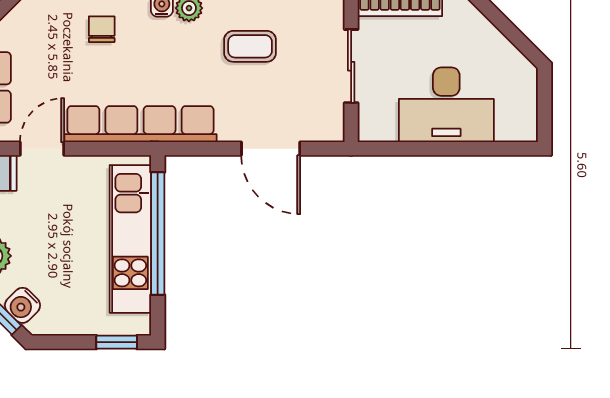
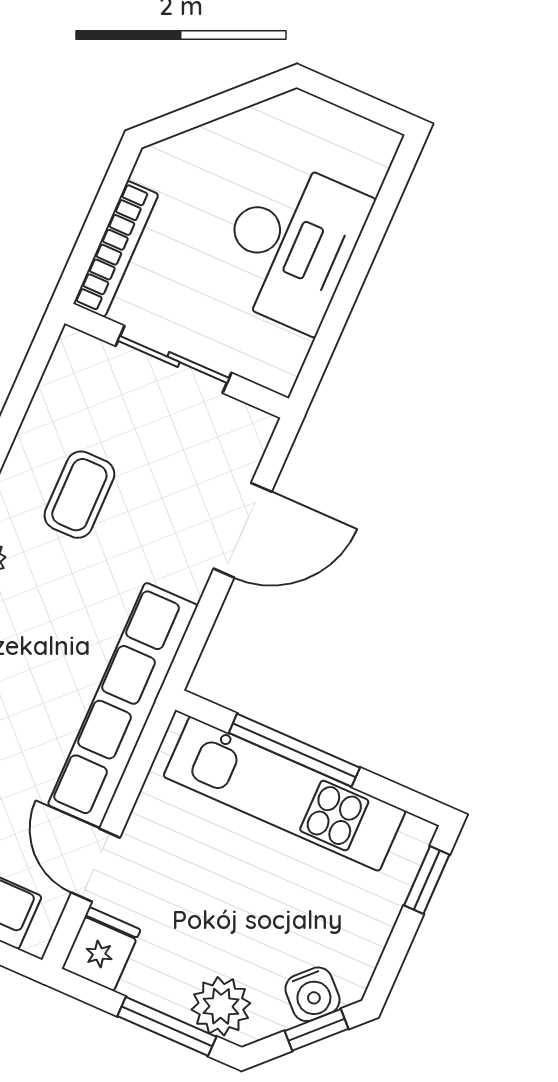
window: (158, 234) -> (294, 750), width x0.68

